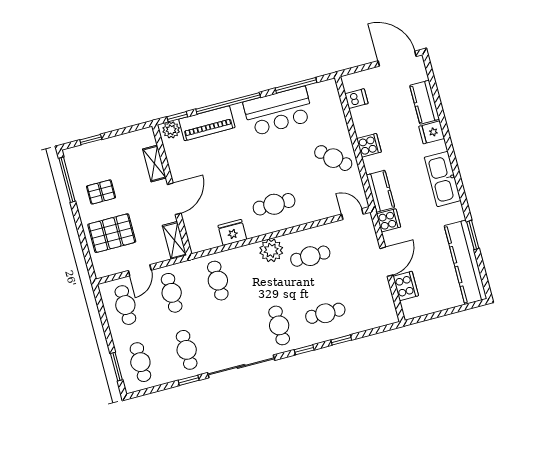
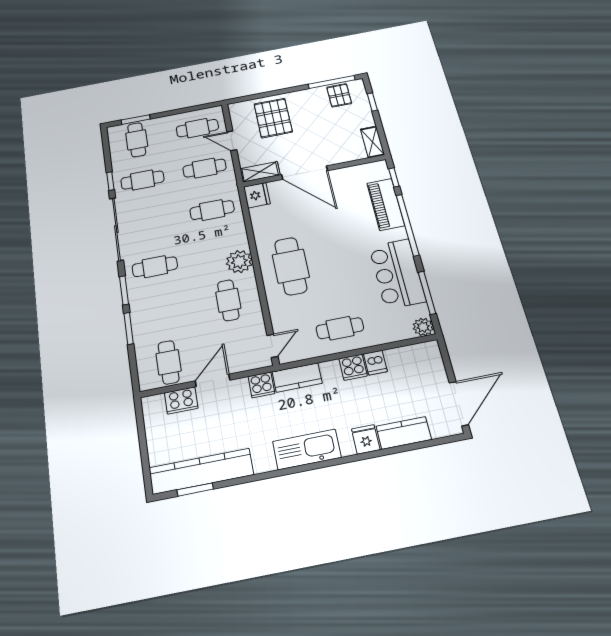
dishwasher: (356, 99) -> (375, 363), moved
plant: (171, 130) -> (423, 327), moved
cafe table: (333, 158) -> (340, 328), turned 49
shelving: (154, 164) -> (372, 142), moved, turned 90
pallet: (101, 192) -> (339, 95), moved
door: (174, 199) -> (305, 173), width x1.36
cafe table: (274, 204) -> (291, 266), width x1.37, depth x1.35
fridge: (232, 232) -> (257, 195), moved
window: (473, 235) -> (195, 489), moved
door: (386, 262) -> (213, 380), swing flipped
cafe table: (325, 313) -> (168, 362), moved
window: (341, 340) -> (129, 328), width x1.50
window: (304, 350) -> (124, 290), width x1.50
cafe table: (140, 362) -> (137, 140), turned 90

